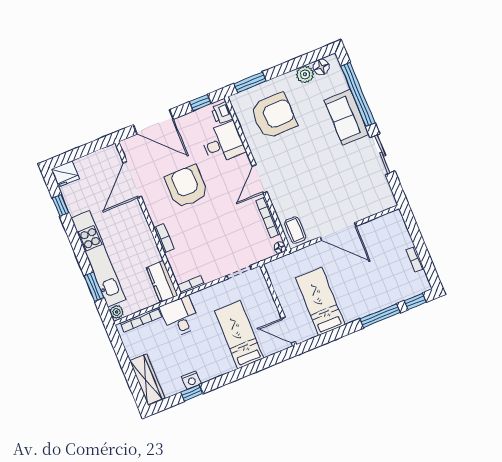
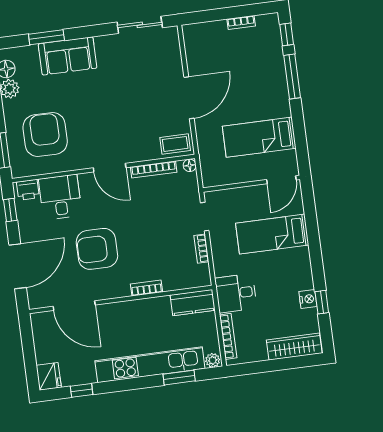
window: (358, 94) -> (46, 37), width x0.47
sliding door: (382, 154) -> (140, 25), moved
bookcase: (191, 285) -> (201, 249), moved

